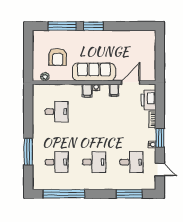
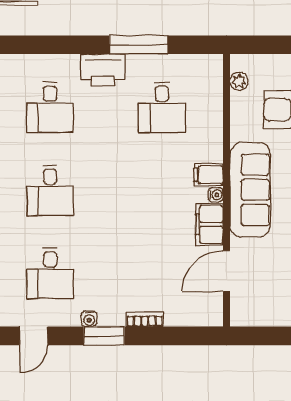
door: (131, 83) -> (226, 271), swing flipped
filing cabinet: (114, 90) -> (209, 224), width x2.00
printer: (148, 100) -> (103, 70), moved, turned 180
window: (28, 152) -> (138, 45), moved

